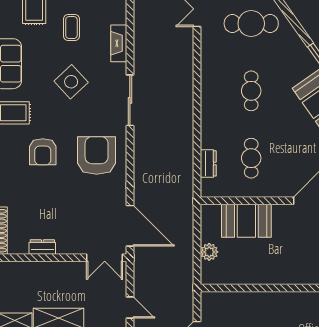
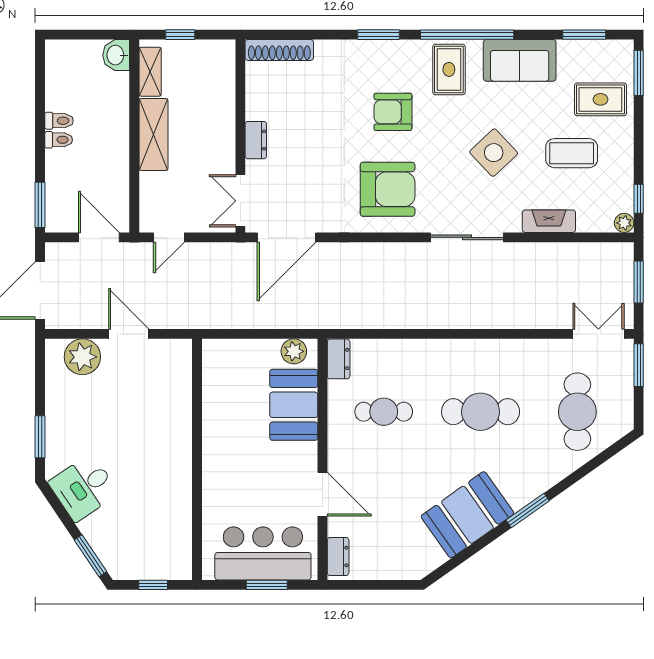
coffee table: (71, 28) -> (572, 153), width x1.36, depth x1.30
cafe table: (251, 91) -> (481, 412), width x1.37, depth x1.35
dresser: (208, 163) -> (339, 359), moved, turned -90
dresser: (42, 247) -> (256, 140), moved
plant: (209, 252) -> (294, 351), moved

